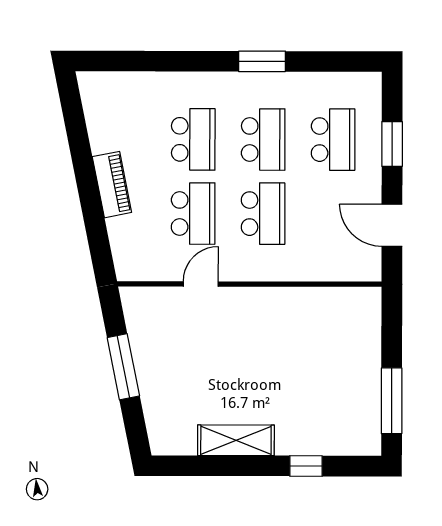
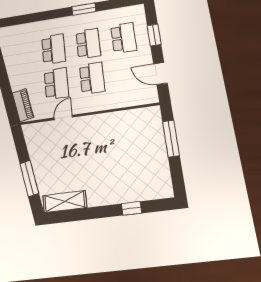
piano: (112, 185) -> (23, 105), moved
window: (123, 367) -> (29, 178), moved
window: (392, 401) -> (171, 138), moved
shelving: (236, 440) -> (65, 201), moved

